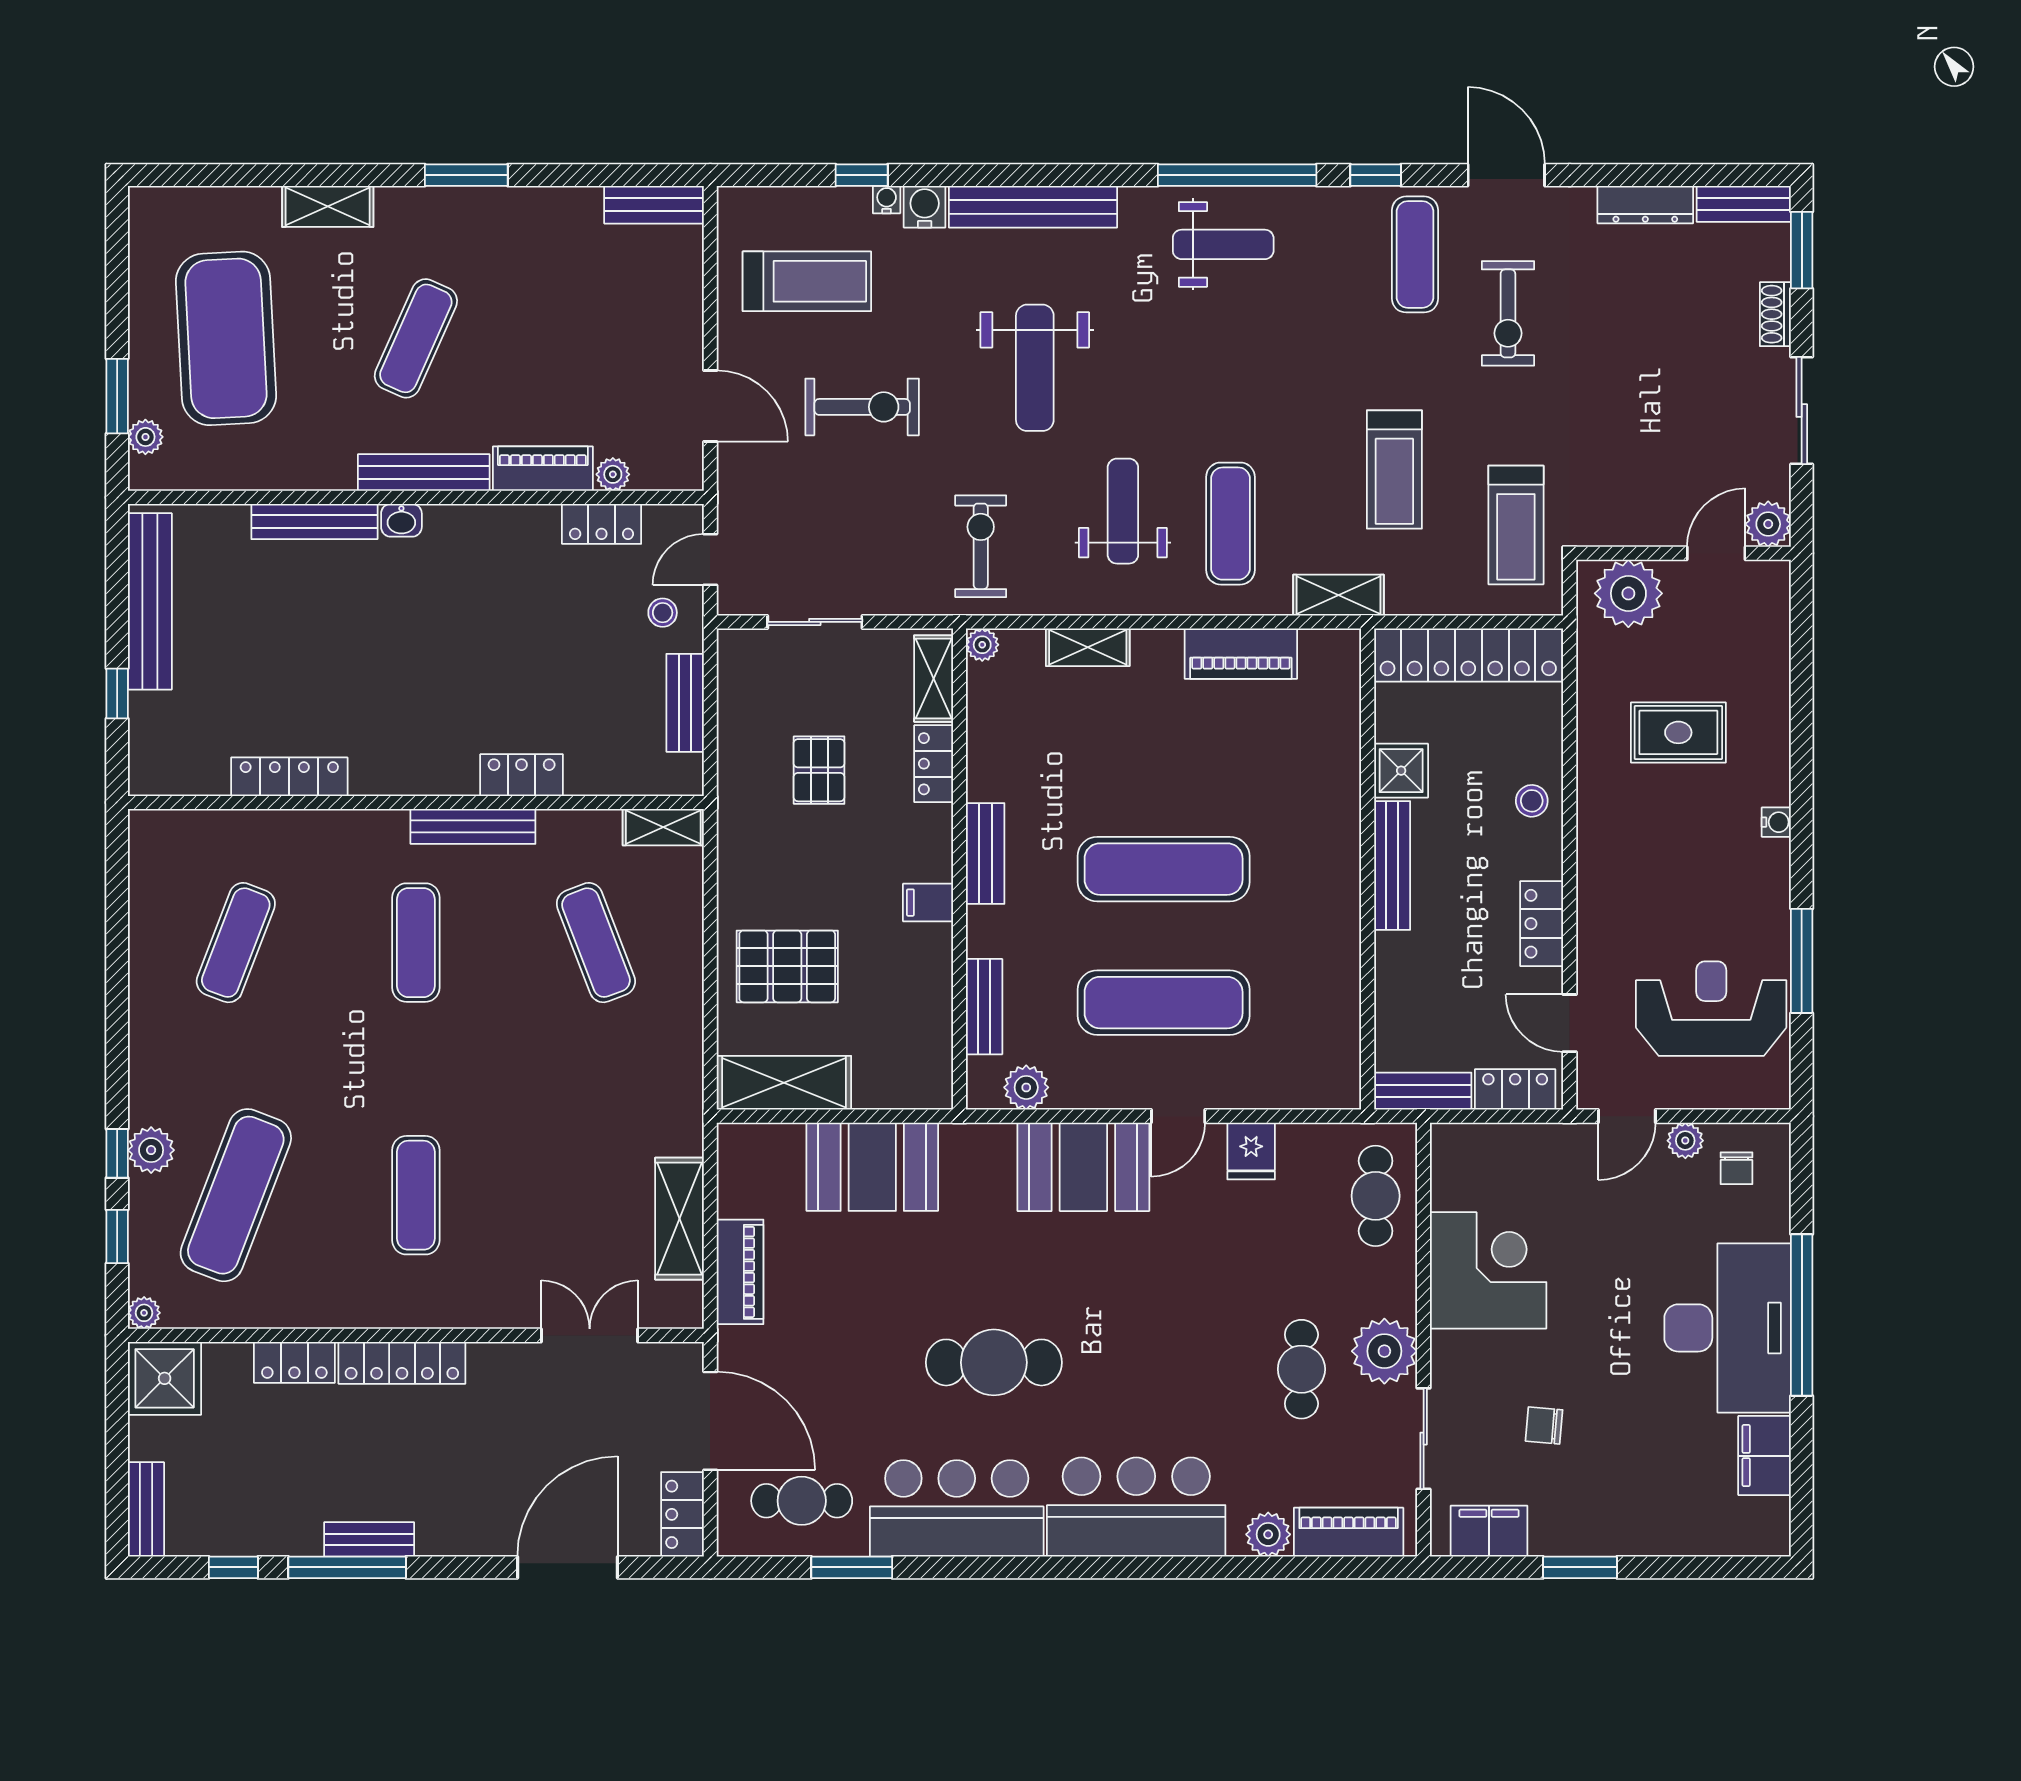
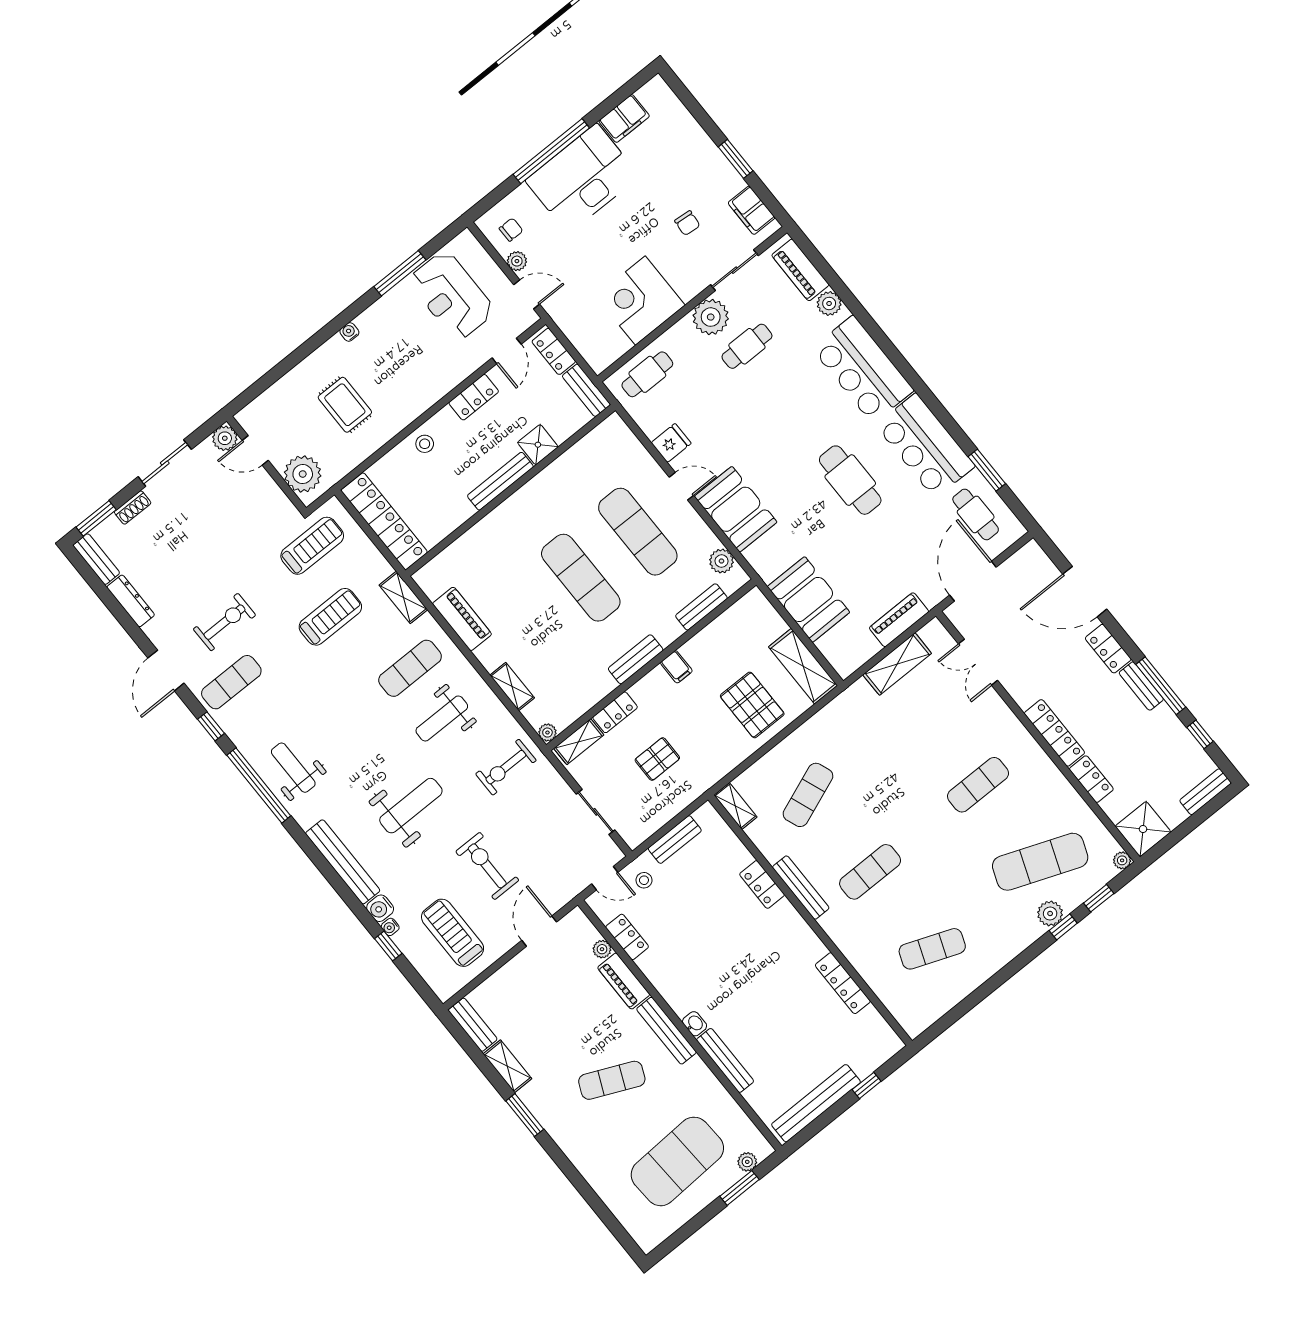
shelving: (328, 206) -> (507, 1066), moved
shower: (1401, 771) -> (538, 445), moved
locker: (682, 1514) -> (1108, 649), moved, turned 90

